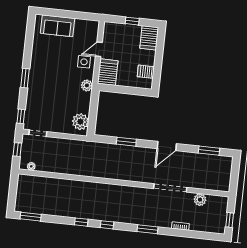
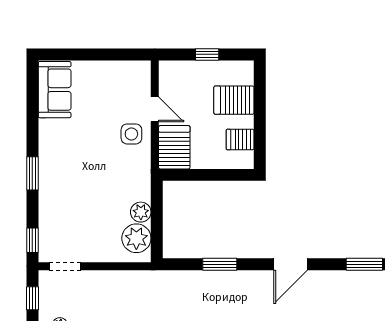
sofa: (57, 26) -> (55, 90), moved, turned -90
server rack: (149, 38) -> (234, 100), moved, turned 90
door: (99, 49) -> (155, 109), swing flipped
plant: (87, 85) -> (141, 212), moved

